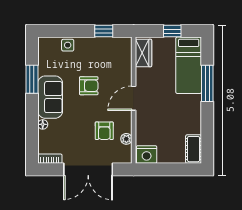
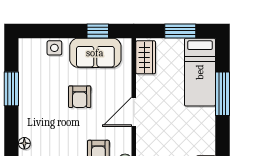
window: (172, 31) -> (180, 31), width x1.50
armchair: (89, 86) -> (80, 97), turned 90
sofa: (50, 97) -> (95, 53), moved, turned 90

